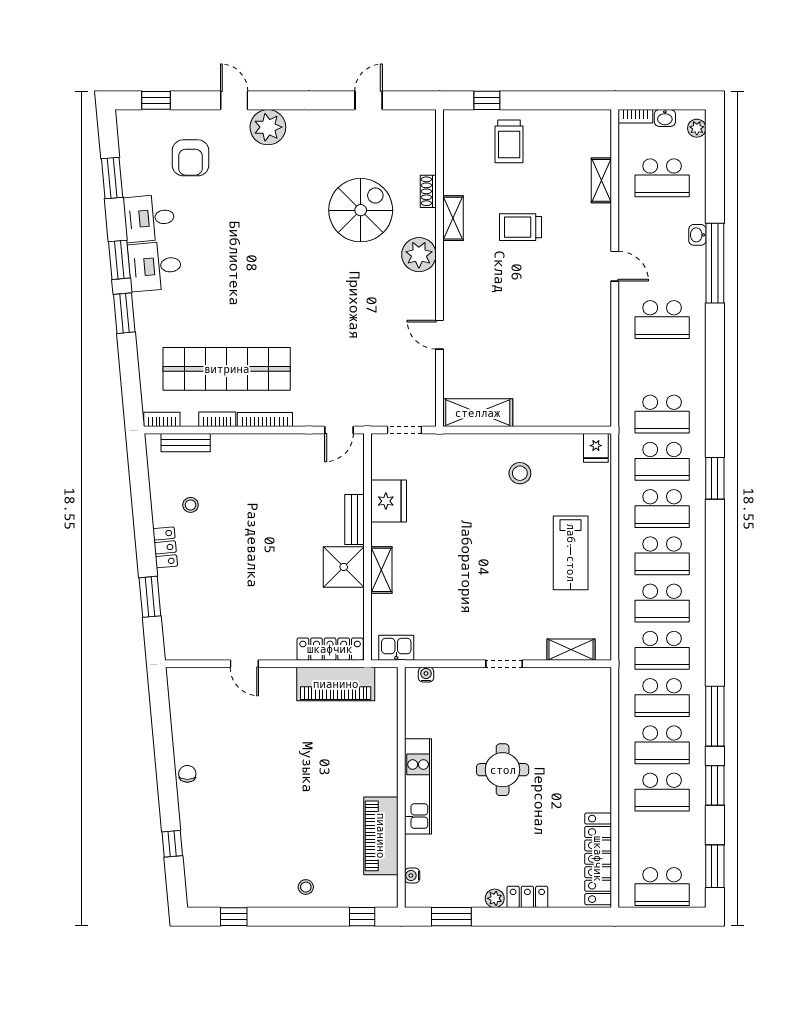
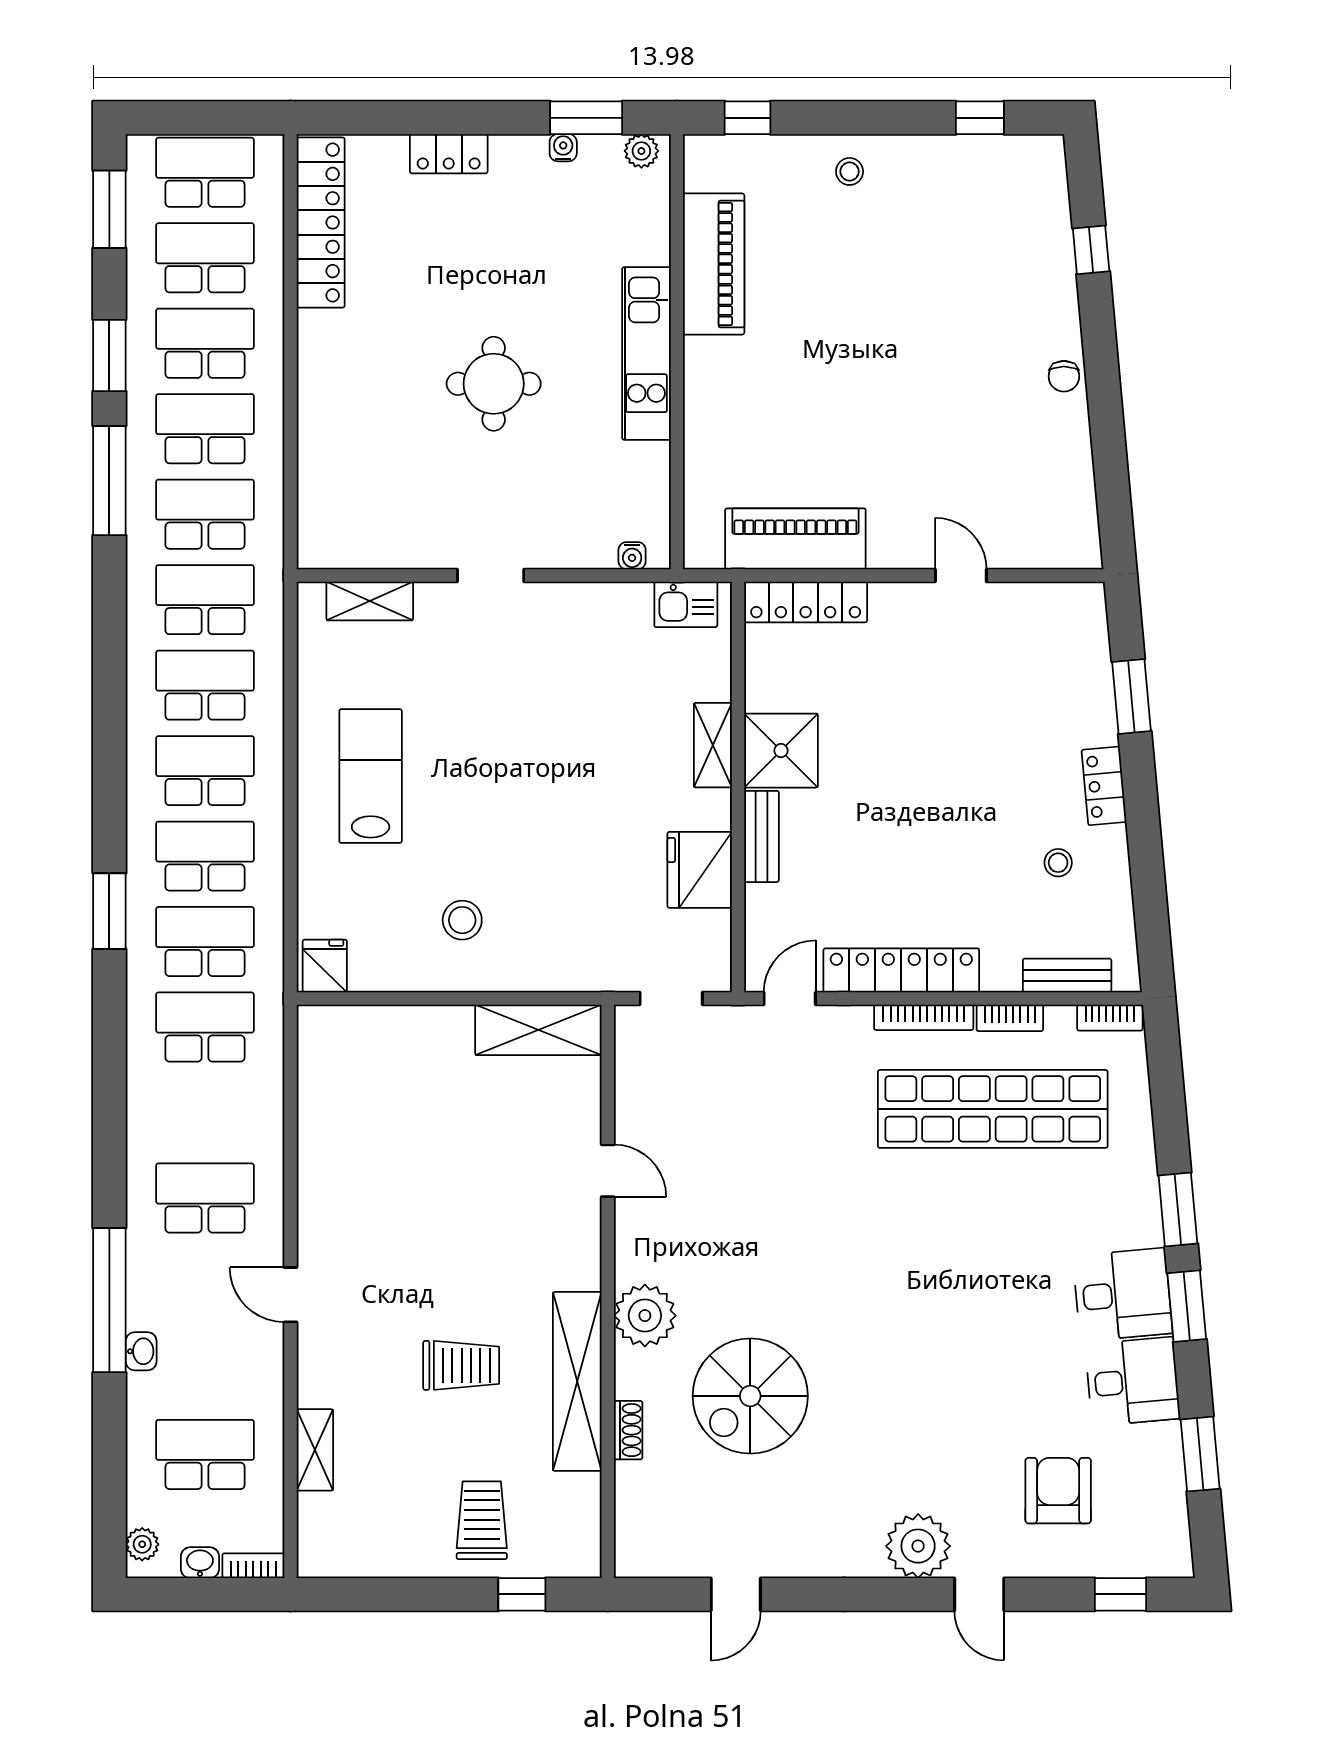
shelving: (453, 218) -> (577, 1381), width x2.20, depth x1.33
locker: (277, 445) -> (901, 970), added
school desk: (662, 839) -> (205, 258), added
water cooler: (412, 875) -> (563, 148), moved, turned -90
plant: (495, 898) -> (641, 151), moved

